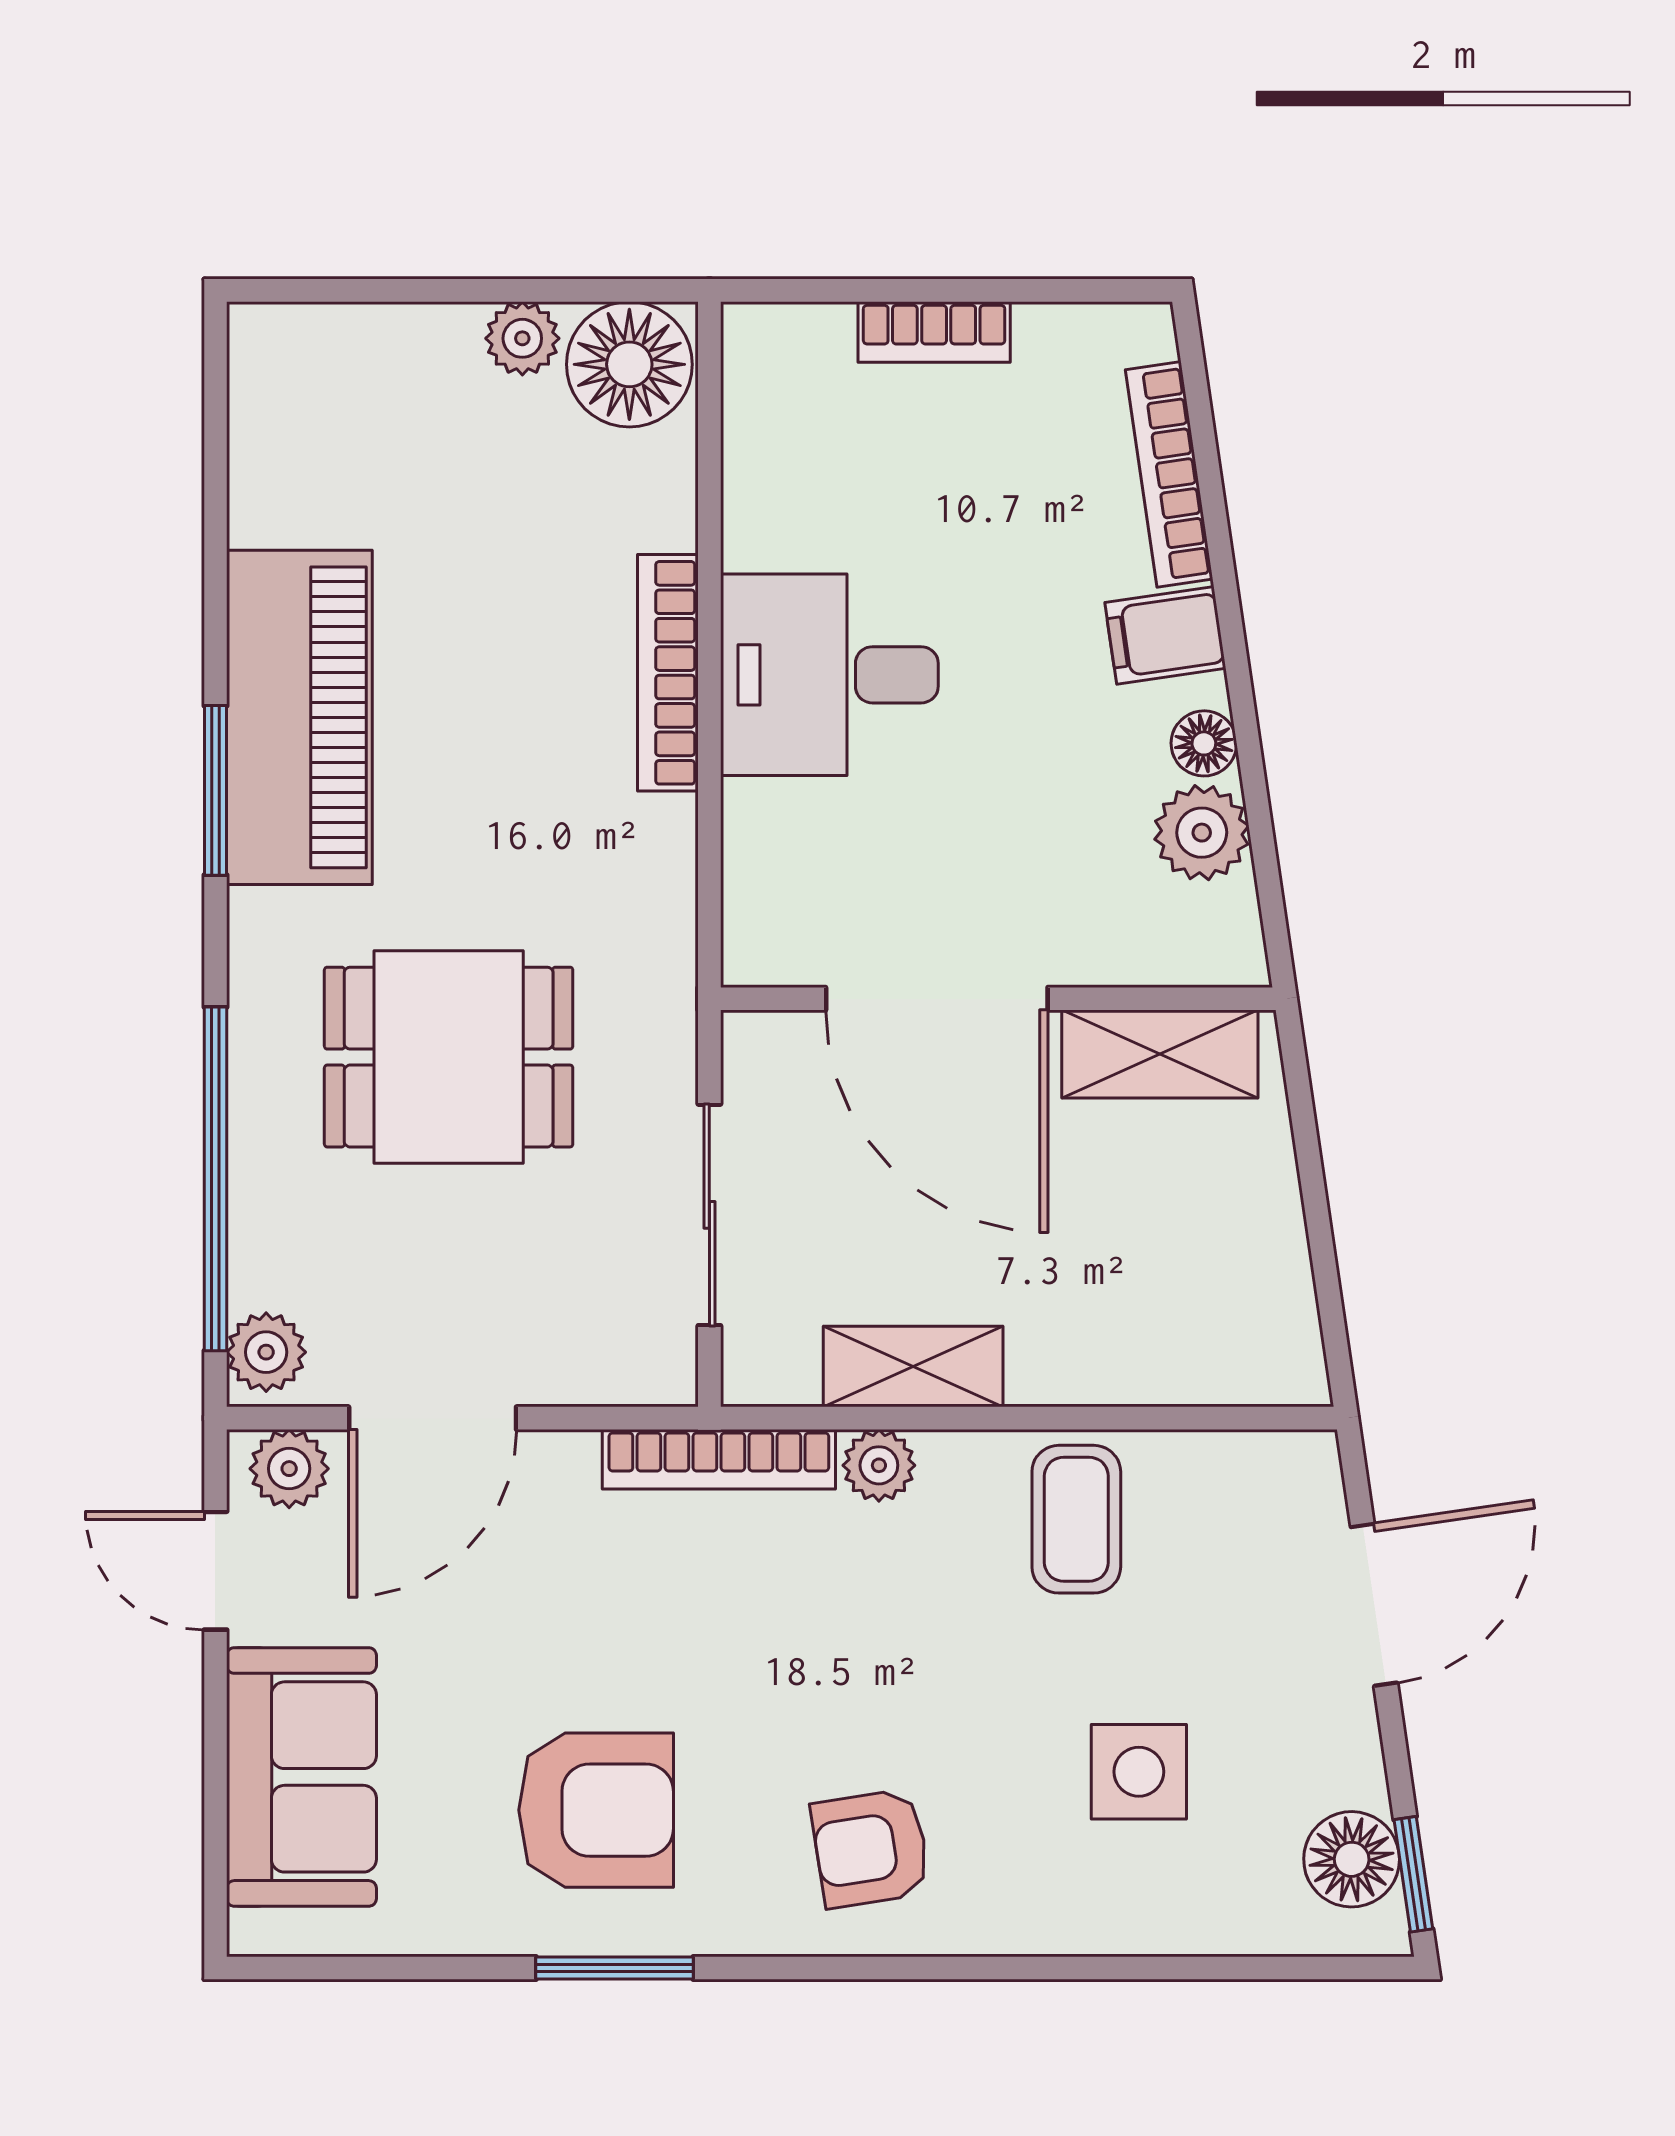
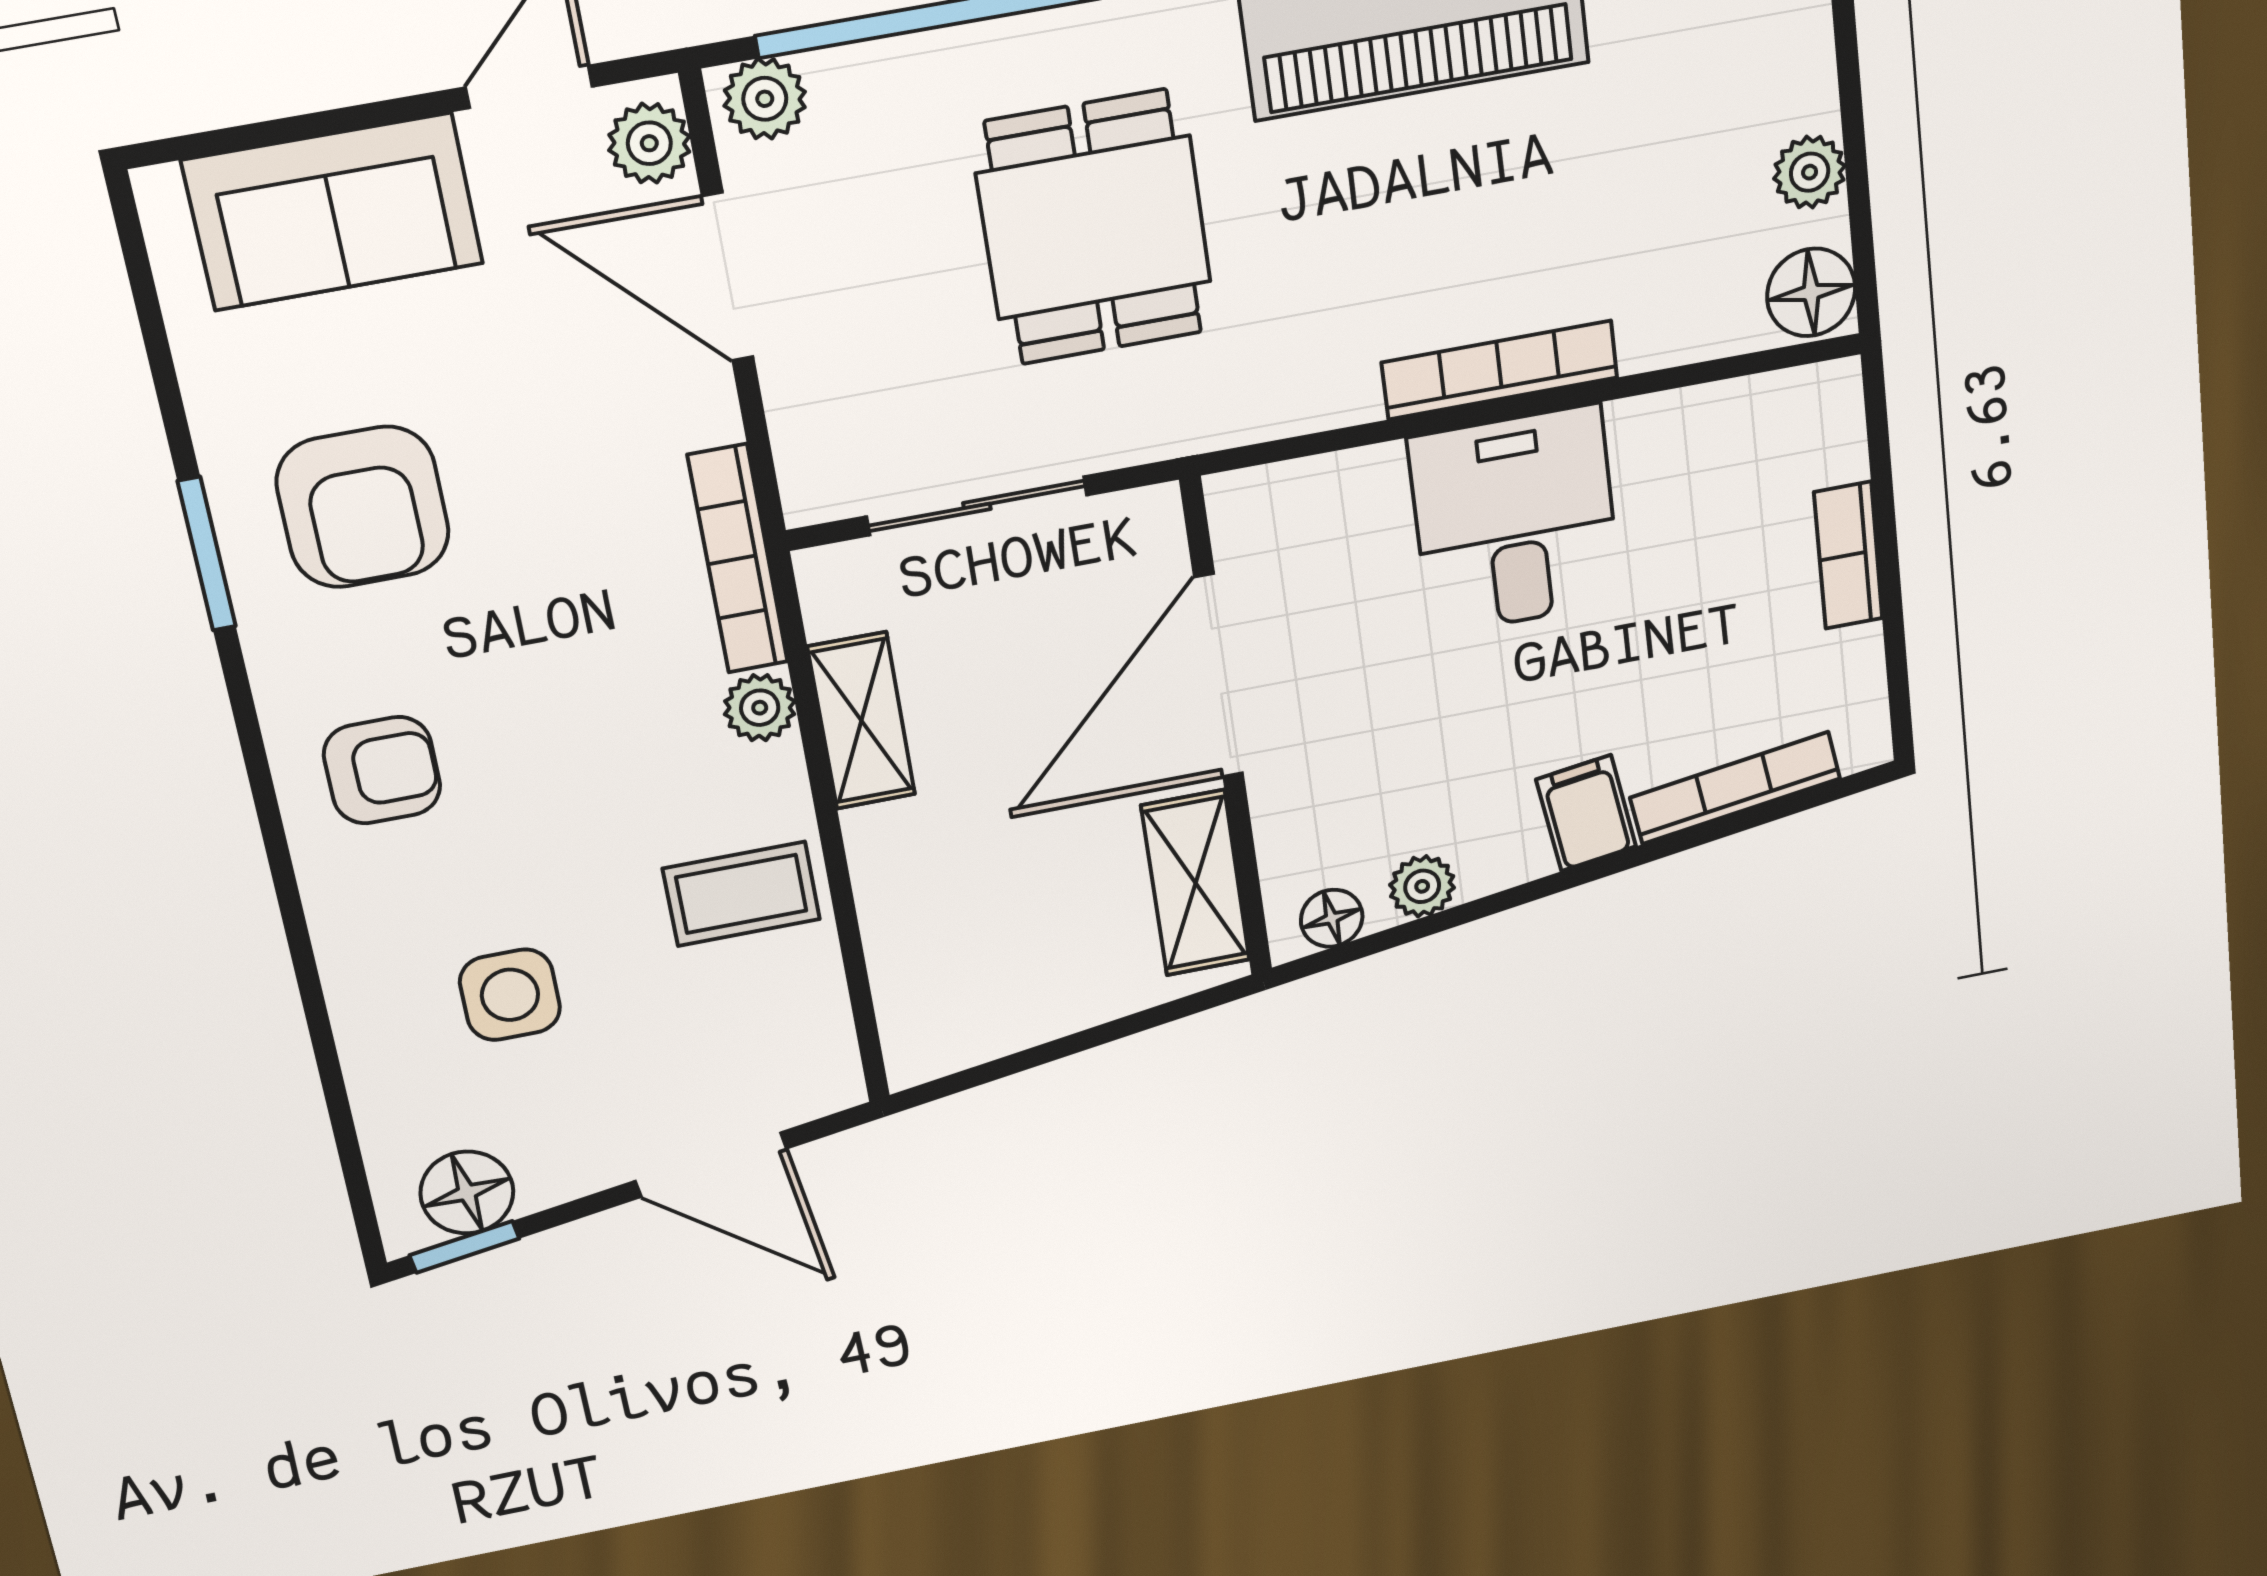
floor lamp: (629, 364) -> (1811, 292), width x0.73, depth x0.73
floor lamp: (1204, 743) -> (1332, 918), moved
plant: (1202, 833) -> (1422, 886), width x0.73, depth x0.73
armchair: (871, 1848) -> (382, 770), turned 99

